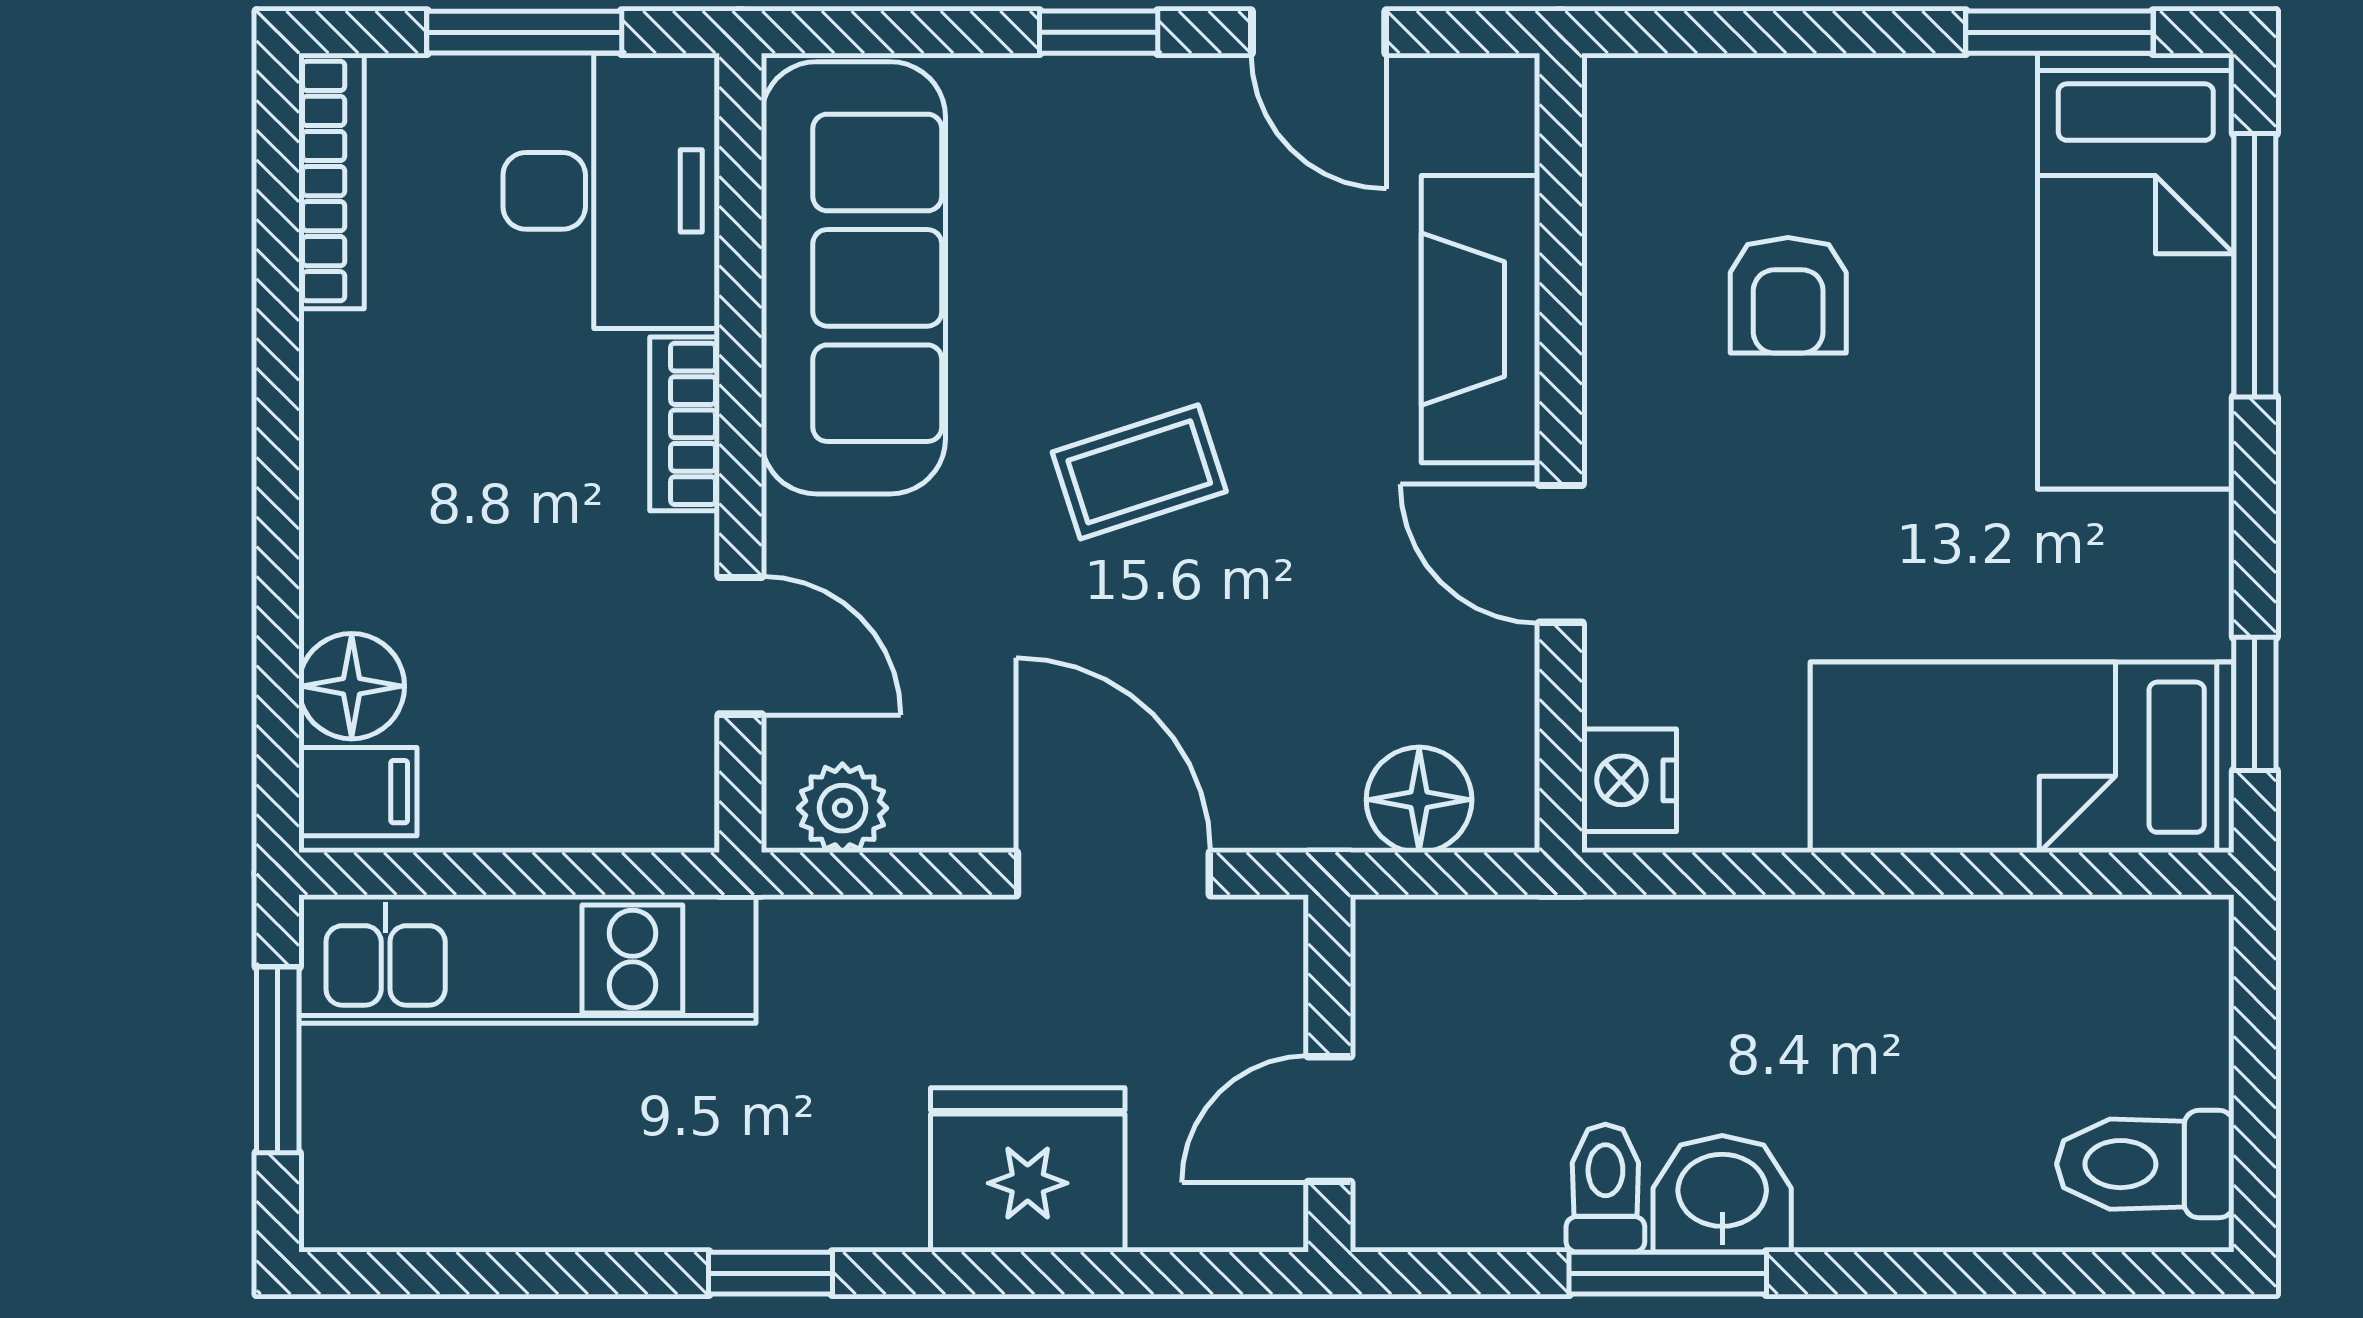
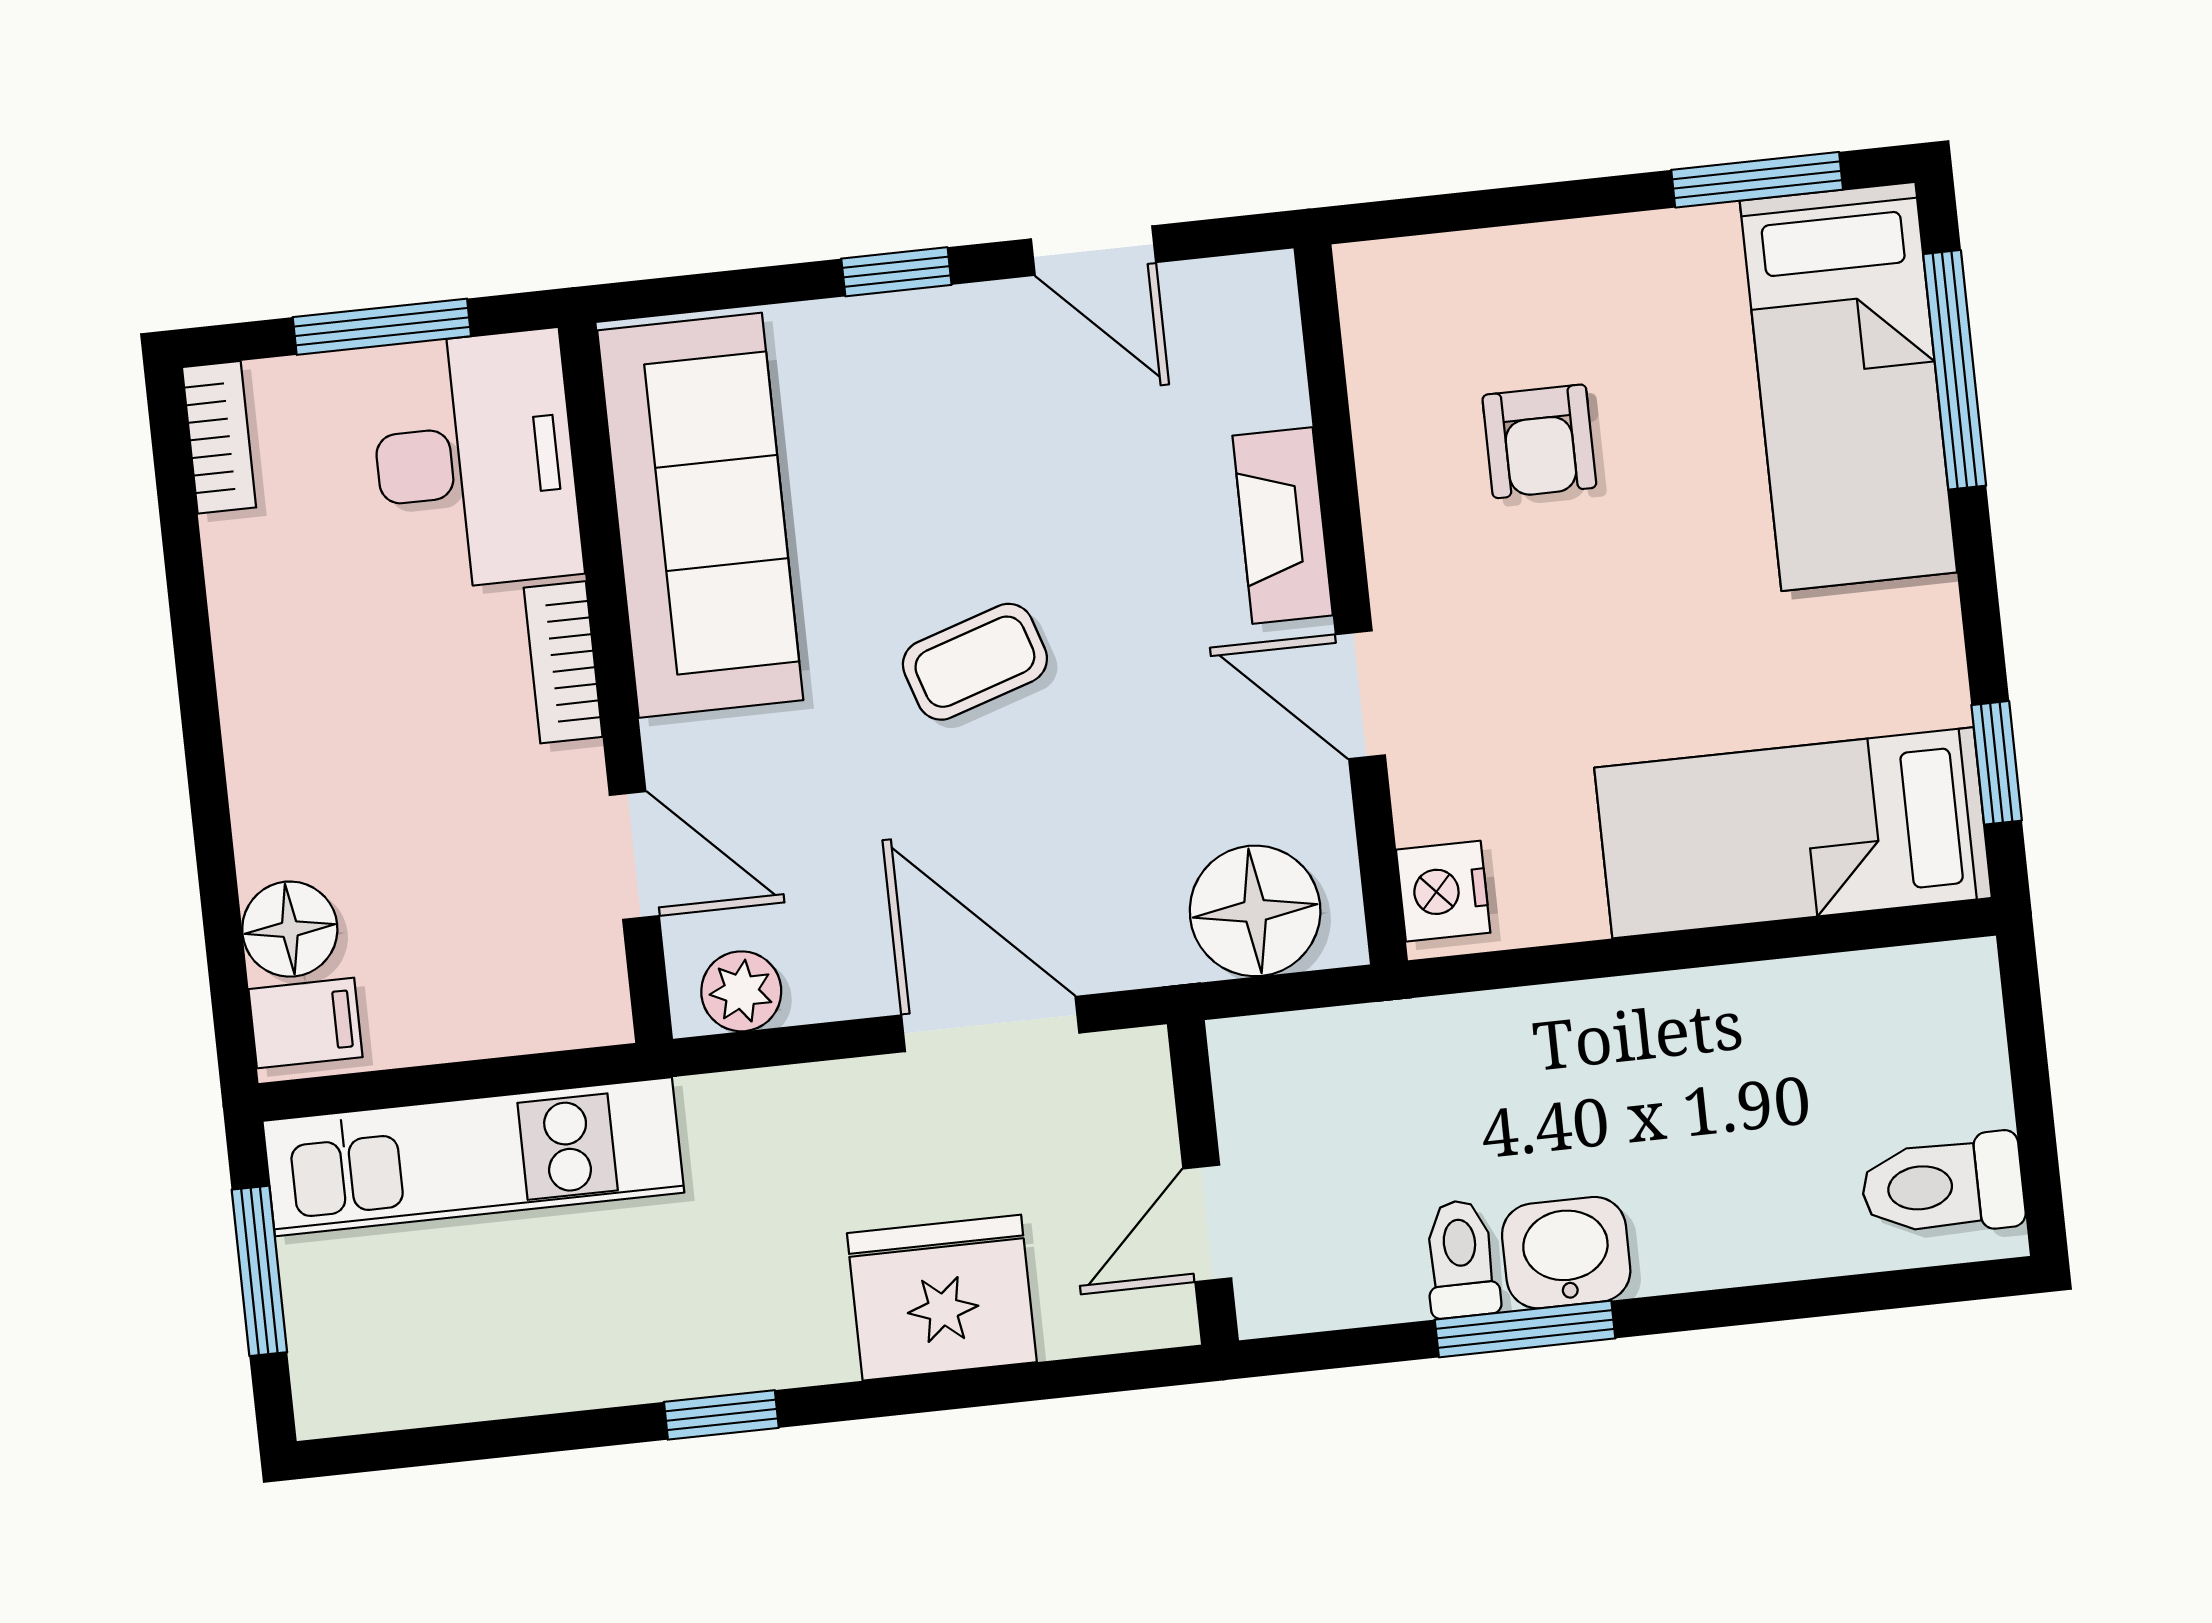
bookcase: (331, 181) -> (219, 437), width x0.64
fireplace: (1481, 319) -> (1283, 526), width x0.73, depth x0.76
floor lamp: (1419, 800) -> (1255, 911), width x1.38, depth x1.38

